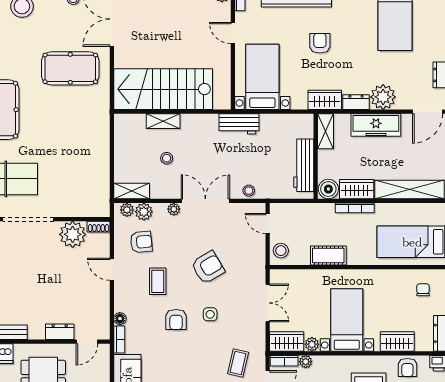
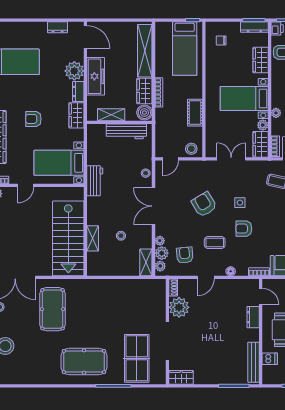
shelving: (326, 131) -> (111, 115), moved
plant: (174, 209) -> (160, 241), moved
floor lamp: (120, 319) -> (231, 271), moved
armchair: (176, 320) -> (244, 229), turned 180
plant: (306, 362) -> (276, 113), moved

